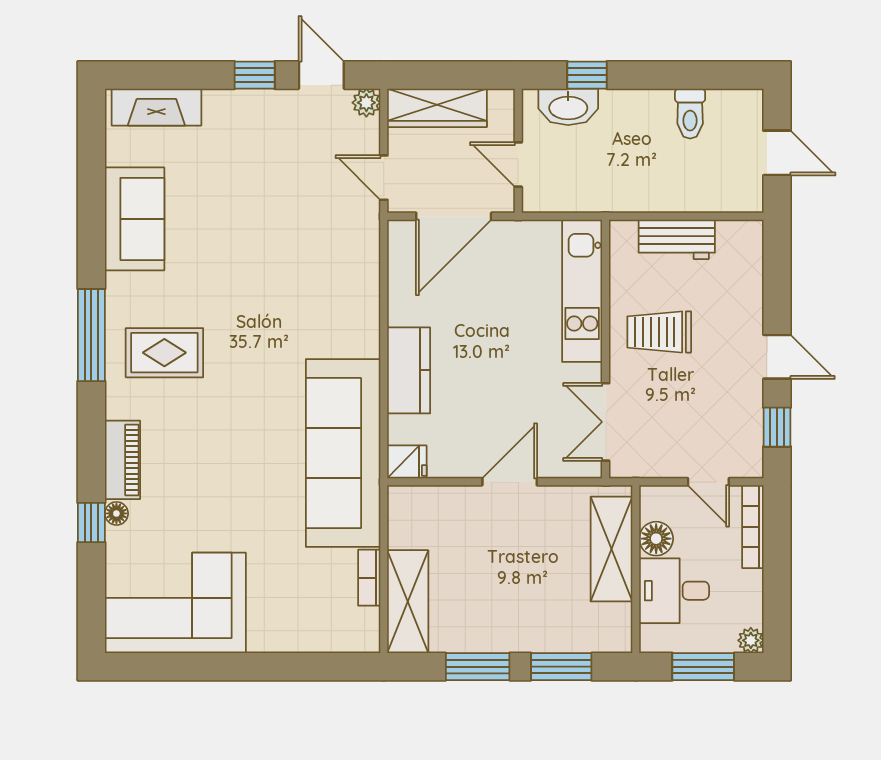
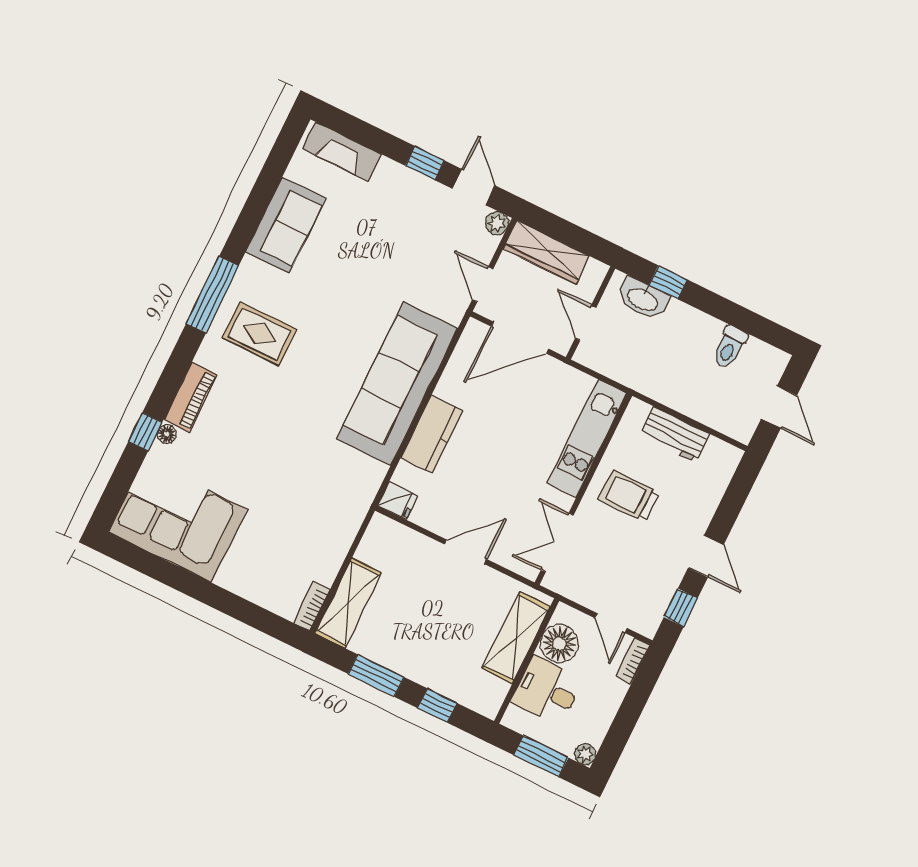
sofa: (343, 453) -> (397, 383), moved
bookcase: (753, 527) -> (633, 661), width x0.64
floor lamp: (656, 539) -> (559, 644), width x1.38, depth x1.38
bookcase: (369, 578) -> (312, 606), moved
window: (561, 667) -> (437, 706), width x0.67

